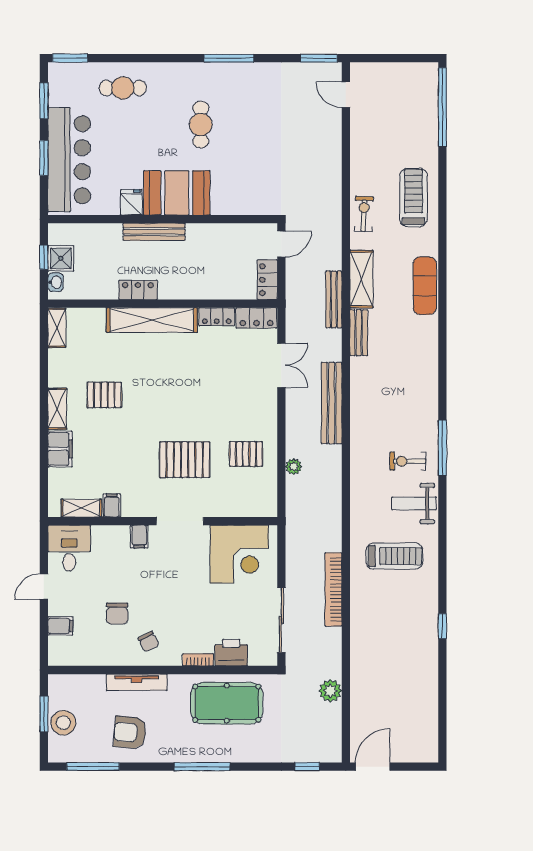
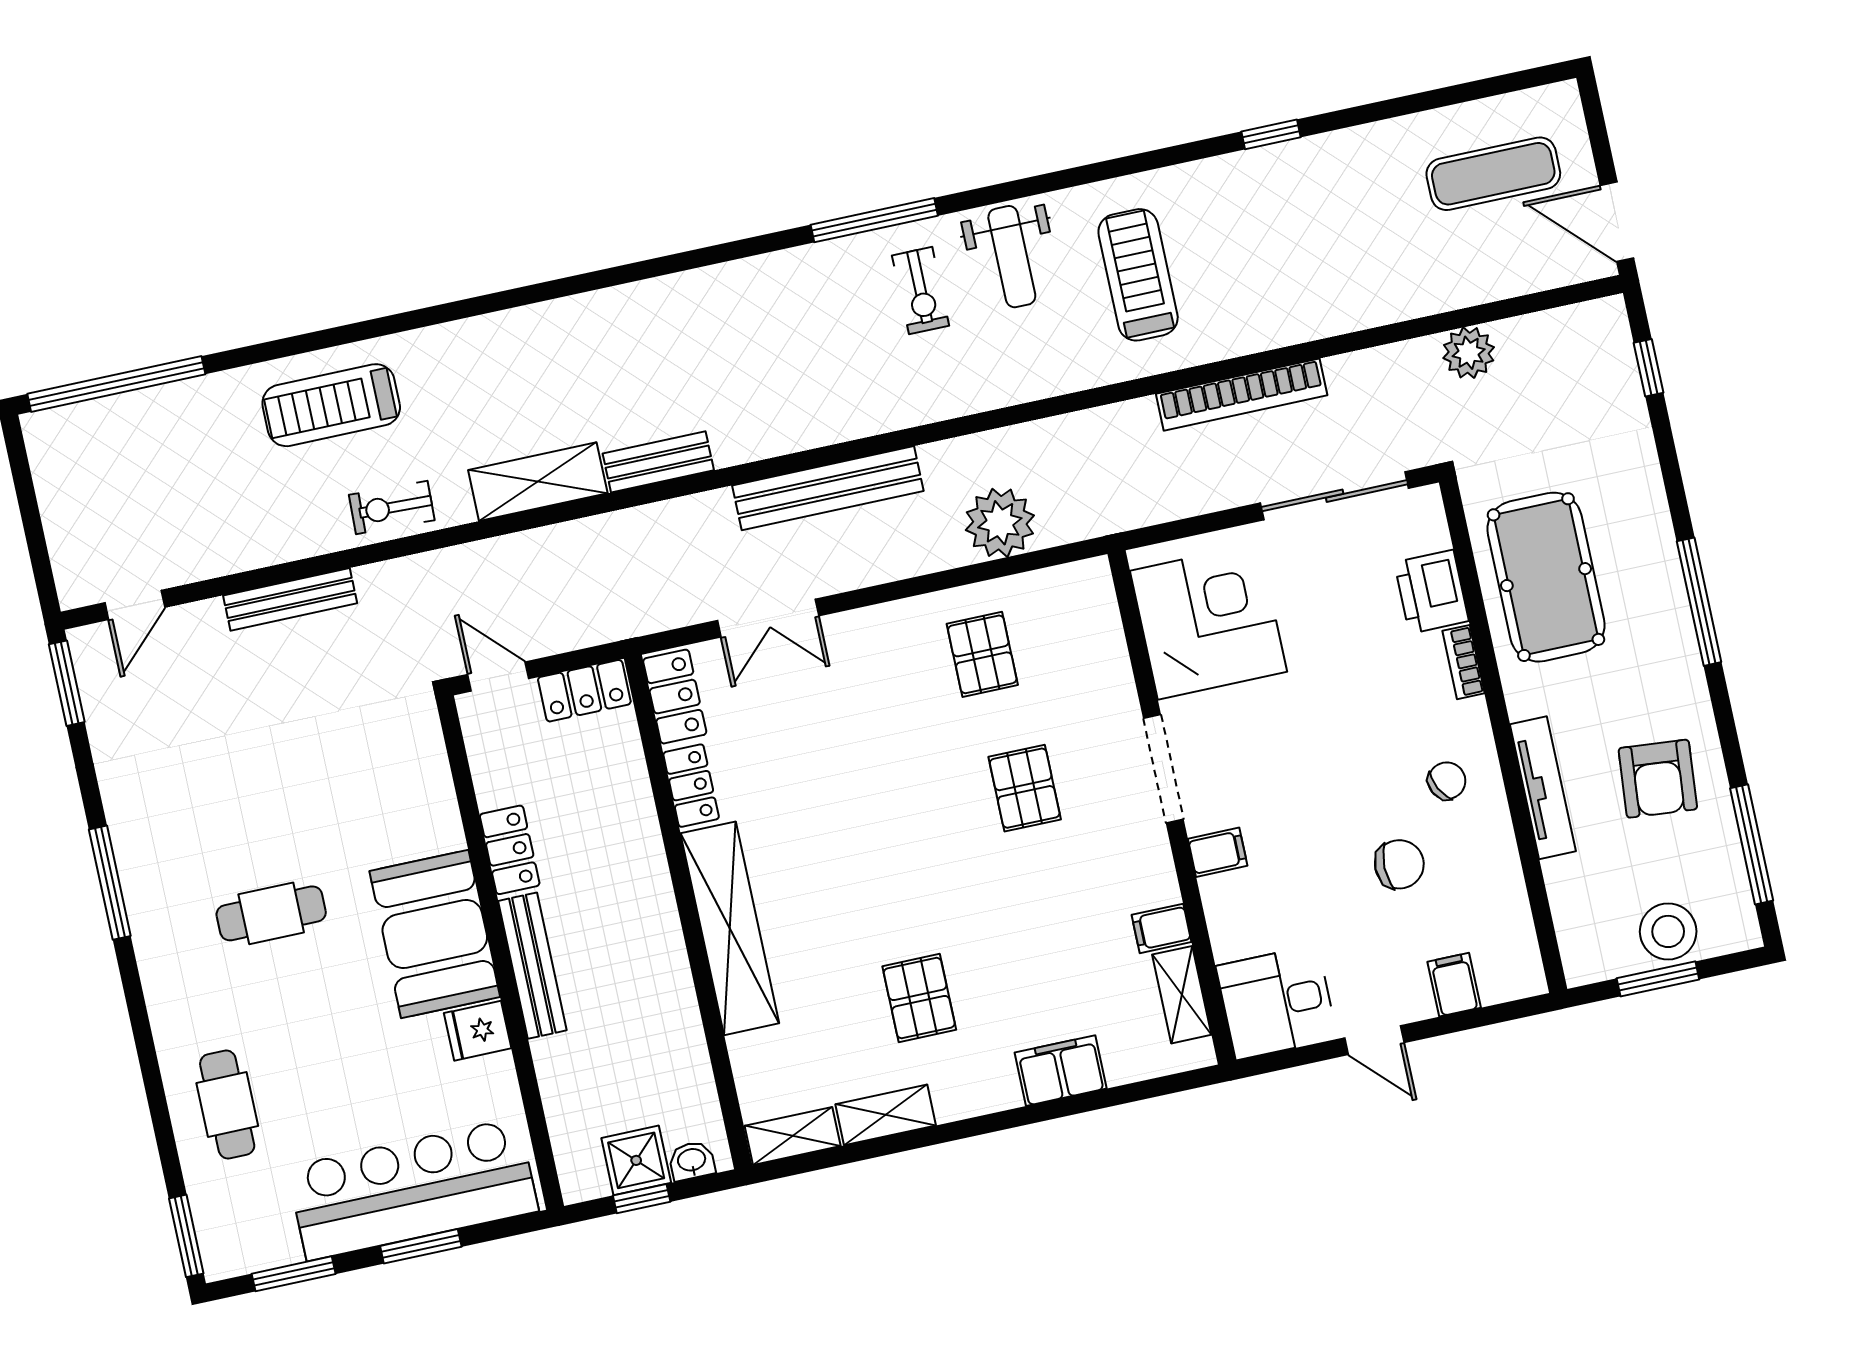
exercise mat: (425, 286) -> (1493, 174), moved
locker: (138, 290) -> (510, 850), moved, turned 180
bench: (334, 299) -> (290, 599), moved
double door: (281, 365) -> (768, 618), swing flipped
shelving: (57, 409) -> (886, 1115), moved
pallet: (185, 460) -> (1025, 788), width x0.67, depth x0.71
plant: (294, 467) -> (1000, 523), width x1.88, depth x1.88

